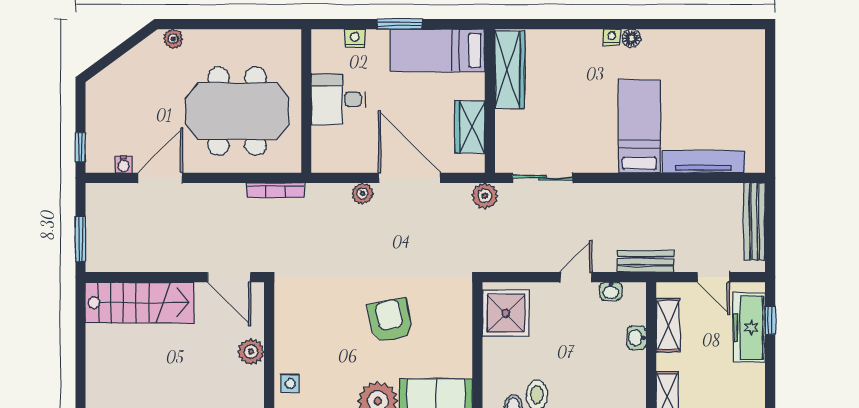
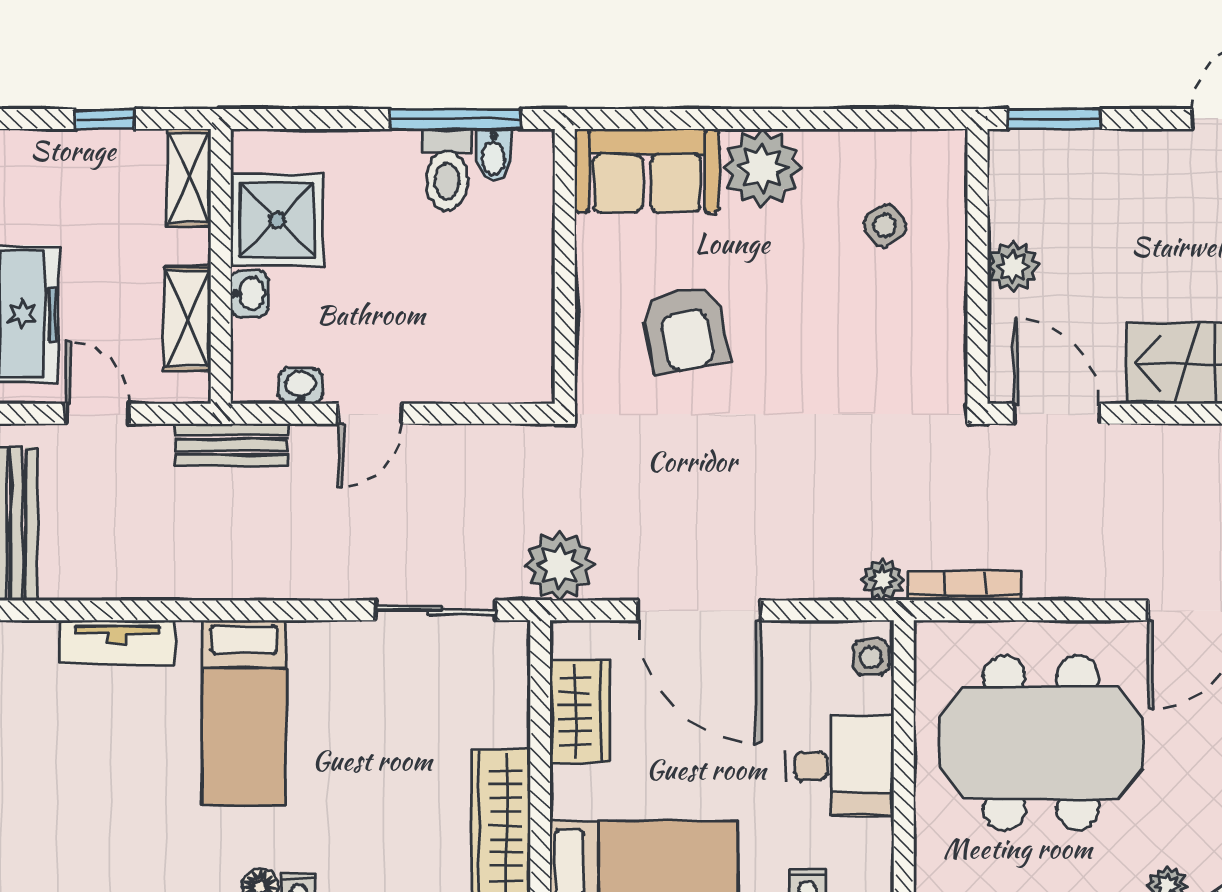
side table: (323, 154) -> (871, 657), added
tv unit: (703, 162) -> (117, 642), width x0.71
plant: (362, 193) -> (883, 580), moved
plant: (485, 196) -> (560, 565), width x1.36, depth x1.36
shower: (506, 313) -> (277, 220), moved
armchair: (390, 320) -> (685, 329), moved
side table: (290, 384) -> (885, 226), moved, turned -37

